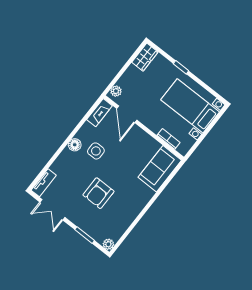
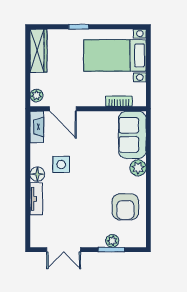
wardrobe: (145, 57) -> (38, 51), width x1.50
tv unit: (44, 183) -> (36, 199), moved
armchair: (98, 193) -> (125, 207), moved
plant: (146, 194) -> (138, 168), added
plant: (108, 244) -> (112, 241), moved

